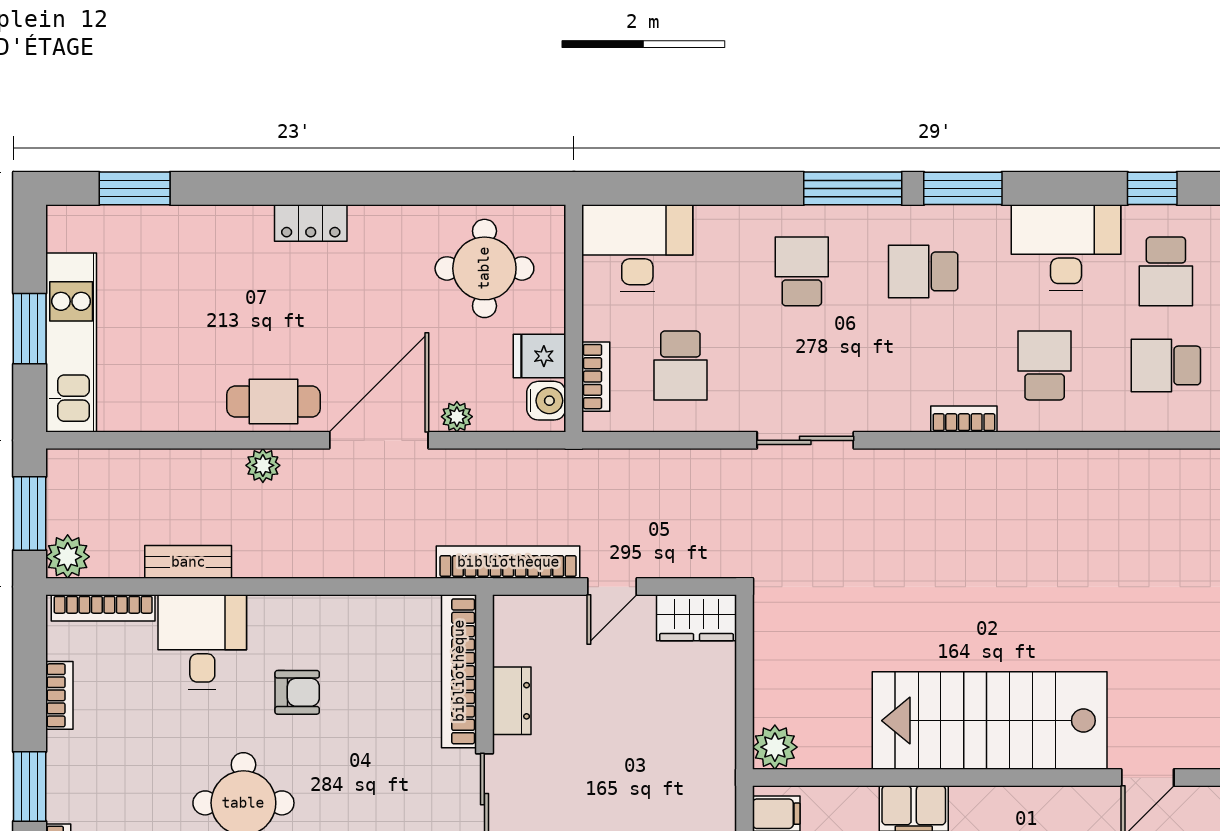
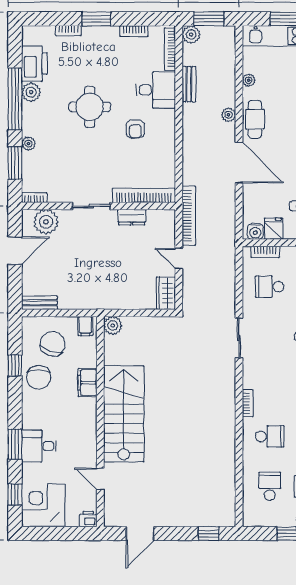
plant: (457, 417) -> (249, 80), moved

